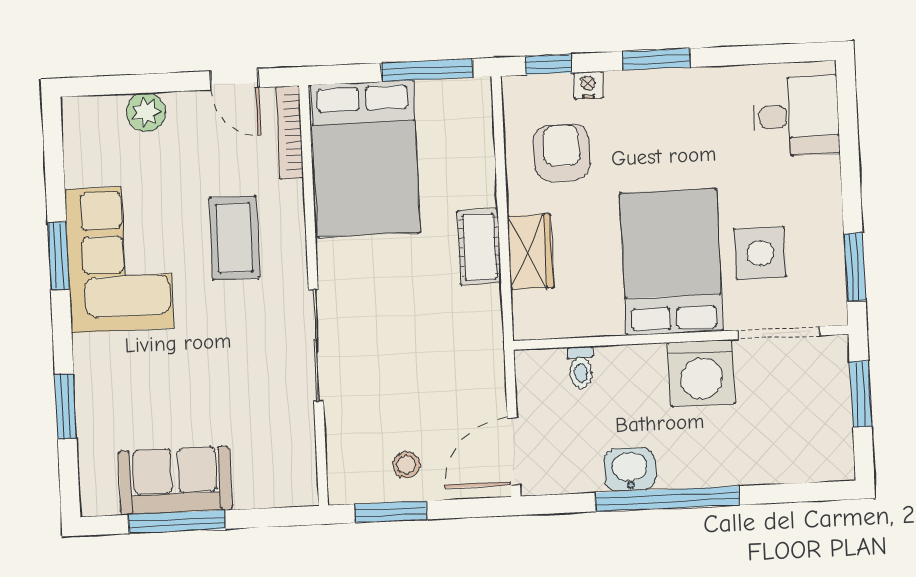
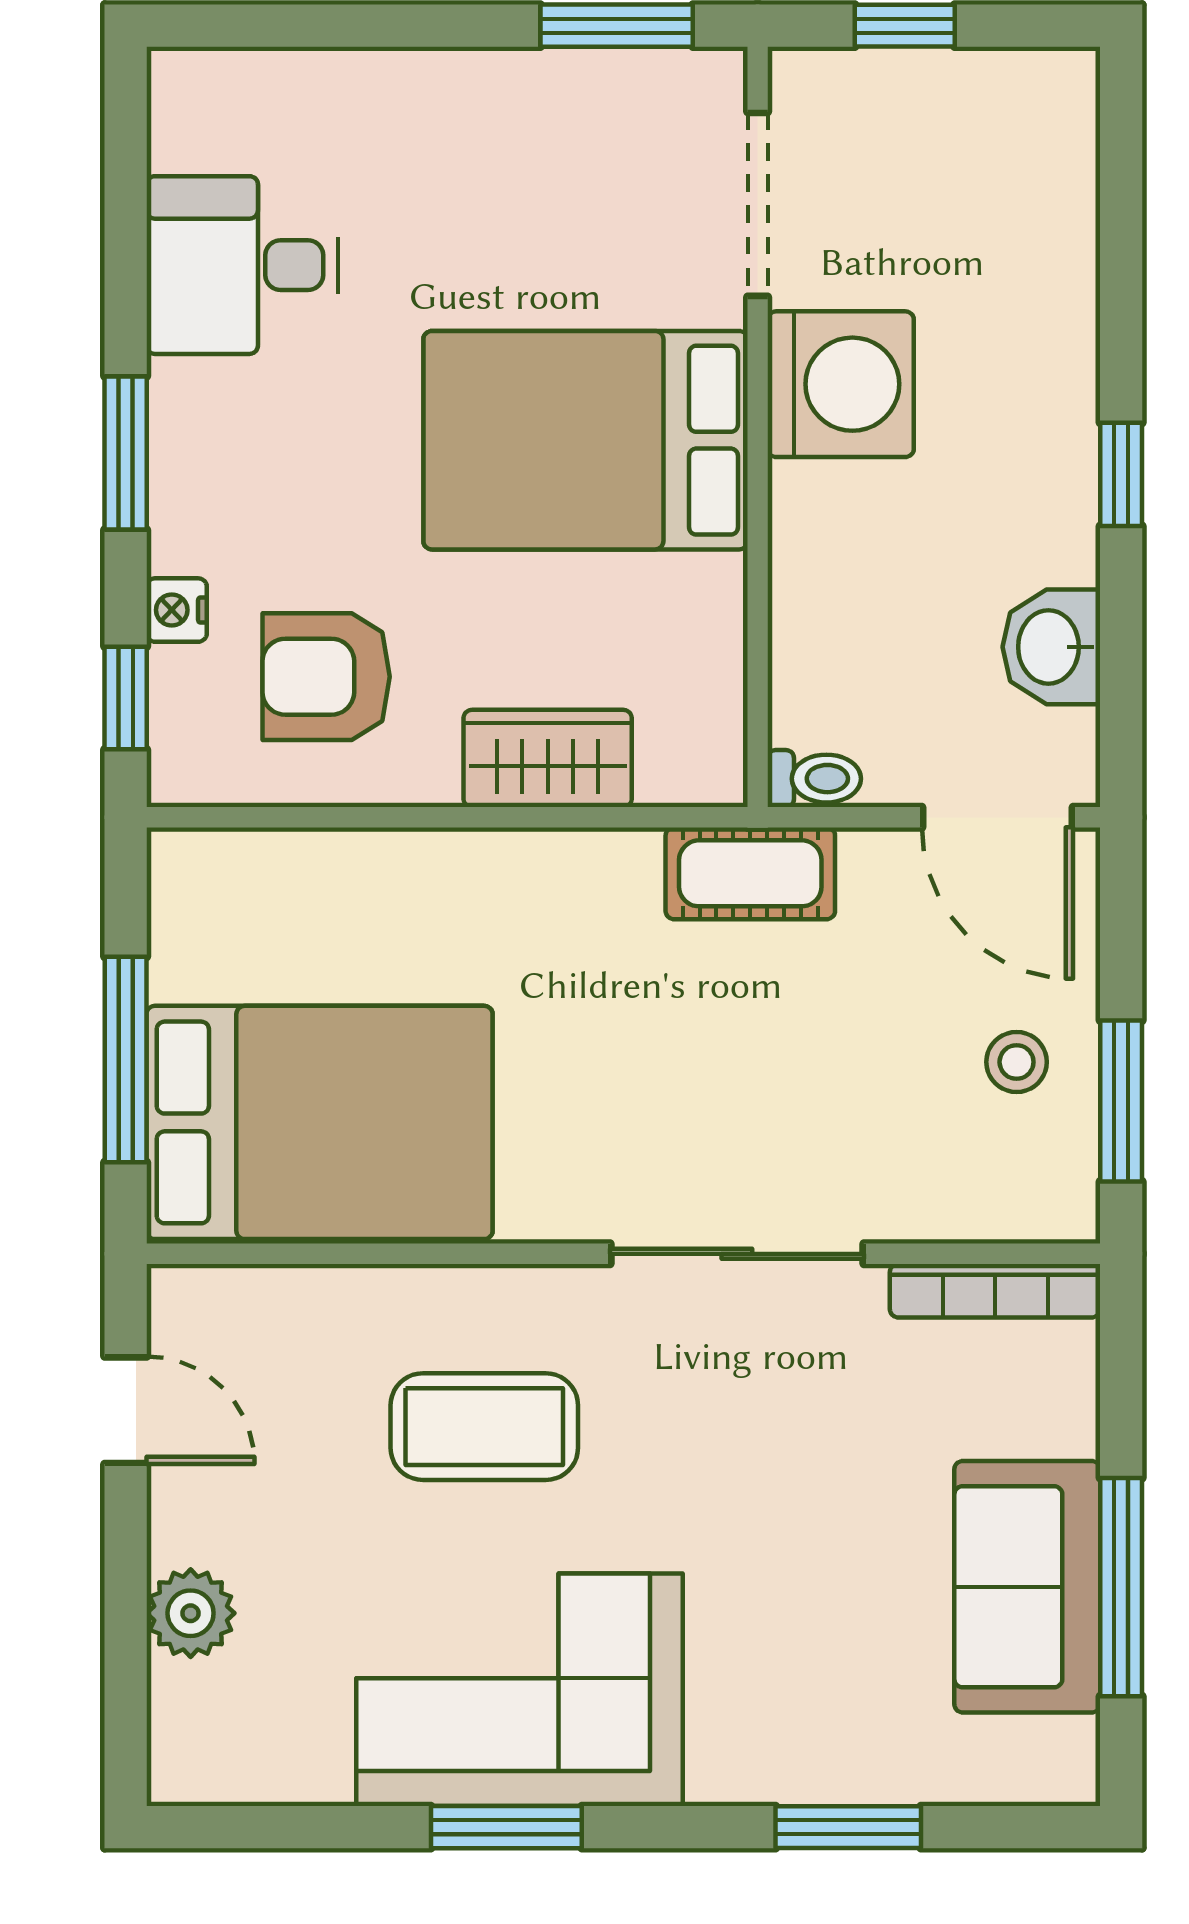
window: (427, 70) -> (126, 1060), moved
door: (234, 79) -> (126, 1410), hinge flipped
desk: (796, 116) -> (242, 265), moved, turned -90
bookcase: (290, 132) -> (995, 1291), moved
cot: (479, 247) -> (750, 873), moved
side table: (760, 253) -> (575, 238), removed
toilet: (581, 367) -> (814, 779), moved
window: (861, 394) -> (905, 26), width x0.67
washbasin: (630, 470) -> (1051, 647), moved
window: (667, 499) -> (1121, 474), width x0.32

